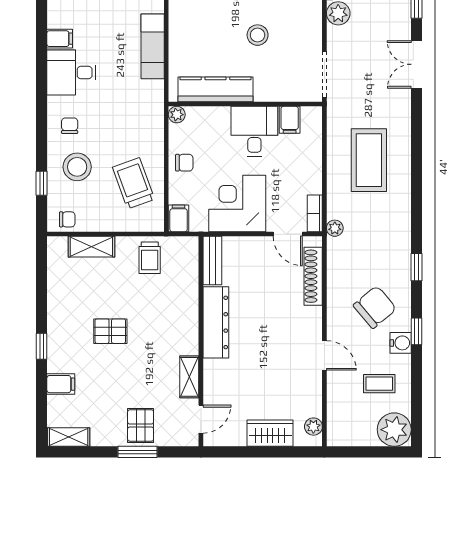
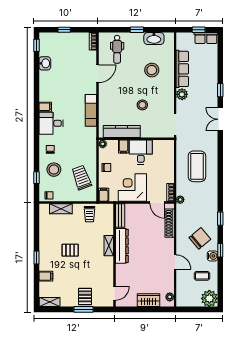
filing cabinet: (290, 120) -> (124, 146), moved
shelving: (189, 377) -> (109, 246), moved

